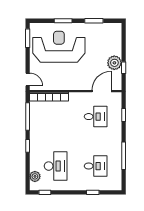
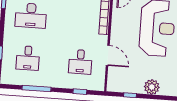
plant: (114, 63) -> (152, 87), moved
door: (102, 91) -> (108, 55), moved

